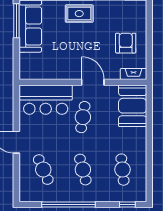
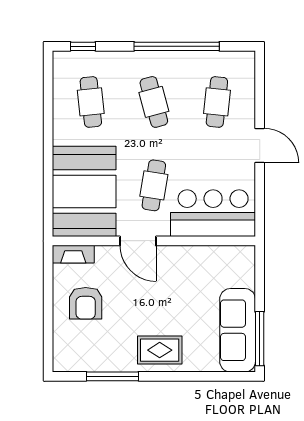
booth: (133, 106) -> (84, 191), width x1.36, depth x1.42
cafe table: (43, 170) -> (217, 102), turned 30

